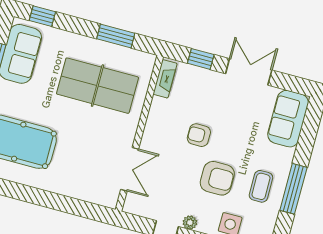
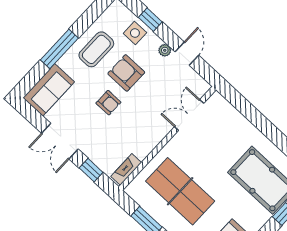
armchair: (199, 135) -> (108, 103), moved
coffee table: (261, 186) -> (96, 49), width x1.36, depth x1.30
window: (293, 189) -> (59, 49), moved

